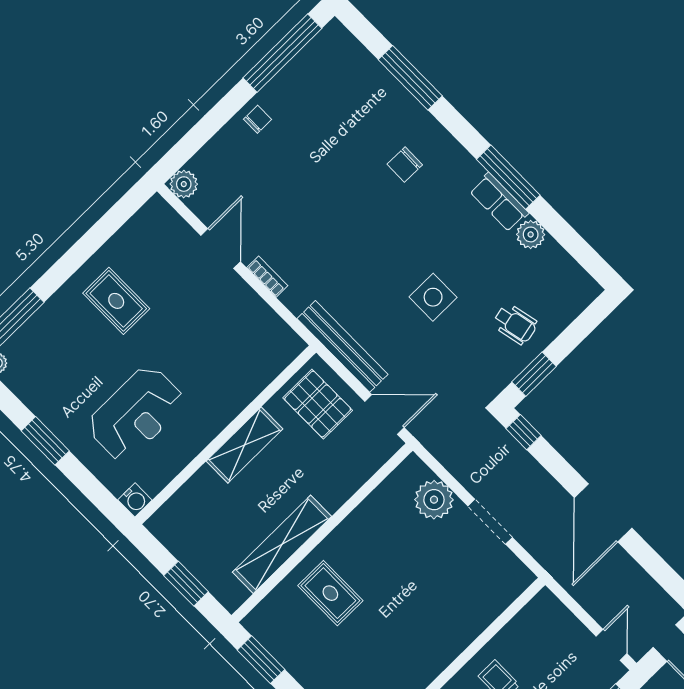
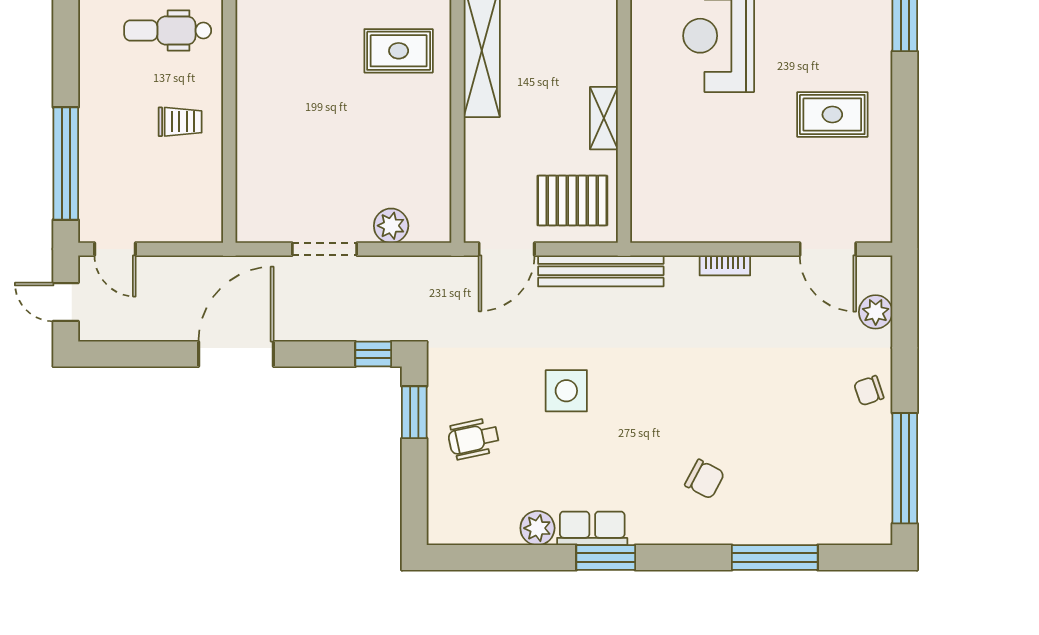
chair: (258, 119) -> (869, 391), turned 71
chair: (405, 164) -> (705, 479), turned 117
window: (508, 177) -> (606, 558), width x0.69
plant: (184, 184) -> (876, 312), moved
door: (221, 249) -> (828, 249), moved
shelving: (244, 445) -> (604, 118), width x0.67, depth x0.75
plant: (434, 500) -> (391, 226), width x0.73, depth x0.73
door: (603, 513) -> (236, 354), hinge flipped

